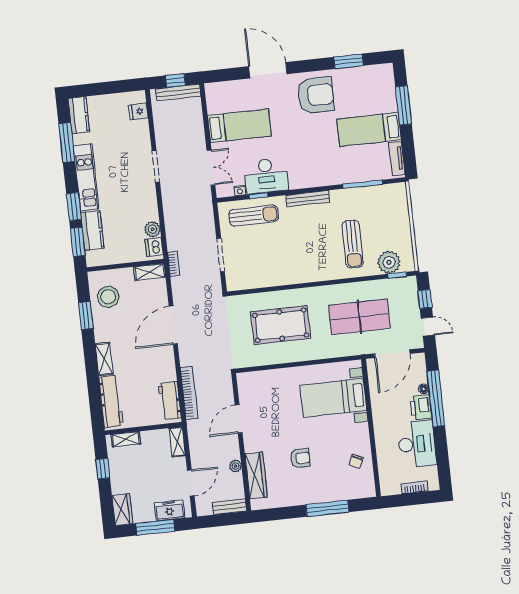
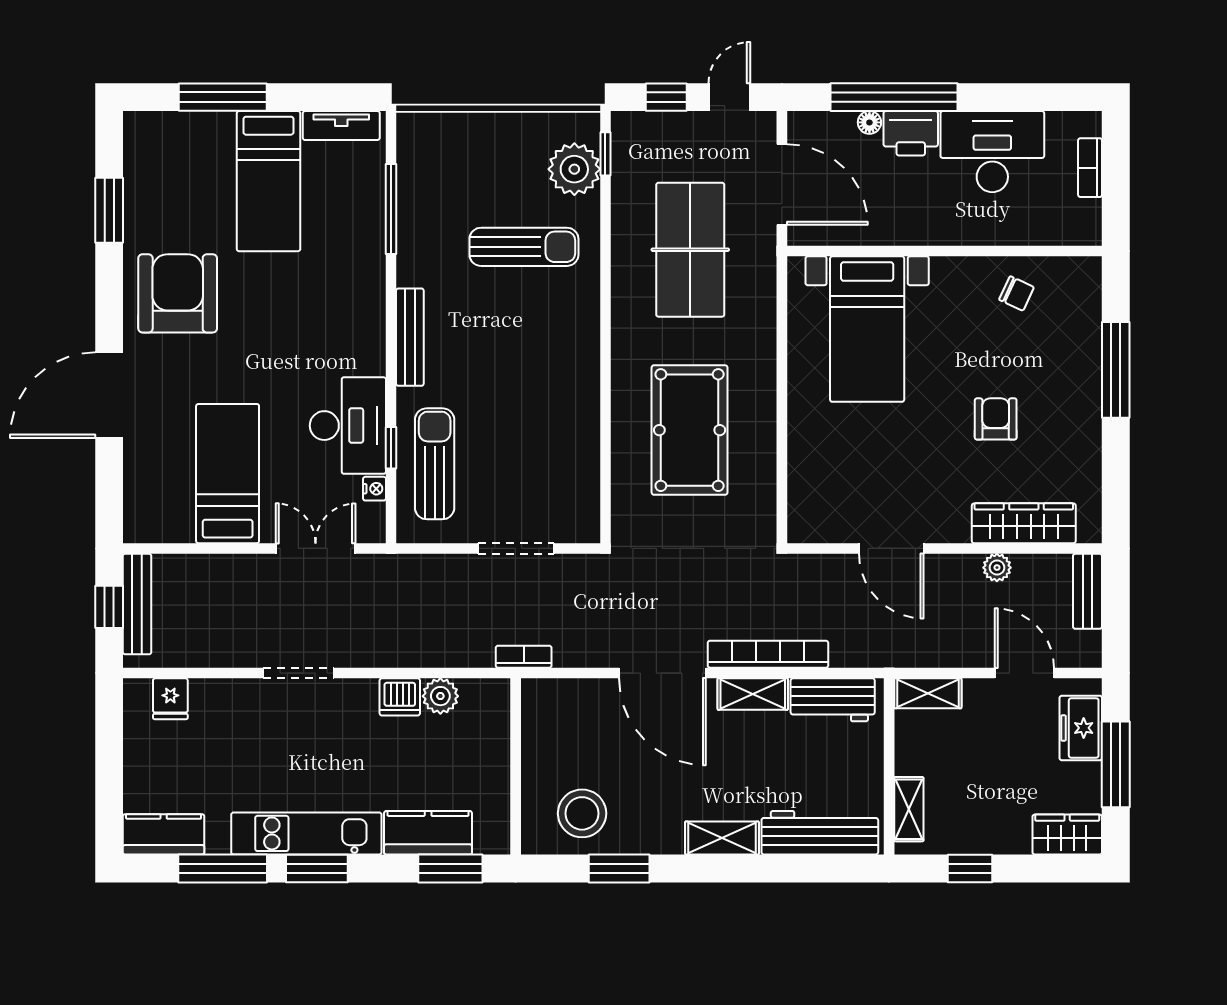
window: (74, 207) -> (317, 868), moved
dishwasher: (154, 247) -> (400, 697), moved
shelving: (150, 272) -> (753, 694), moved, turned 90
bookcase: (189, 393) -> (768, 654), moved

